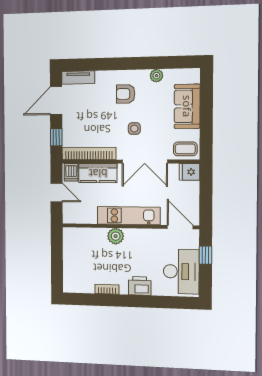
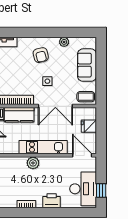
armchair: (126, 94) -> (41, 55), turned -104
fridge: (189, 172) -> (89, 126), moved
window: (206, 255) -> (101, 190), moved

